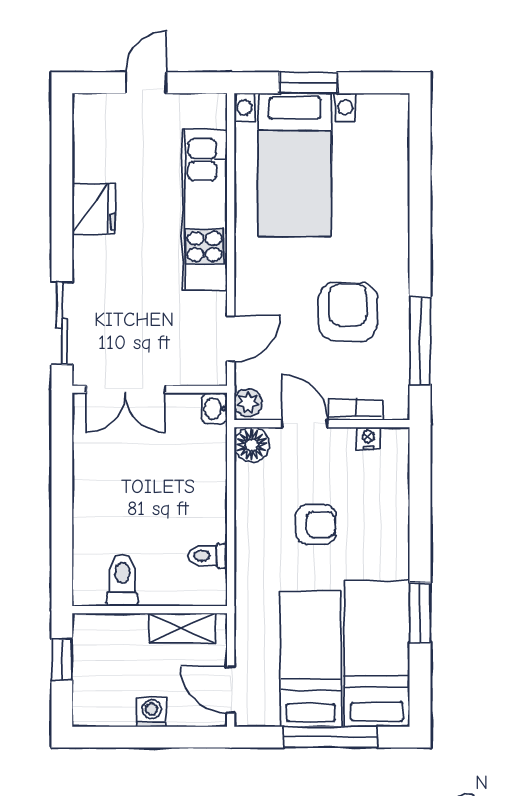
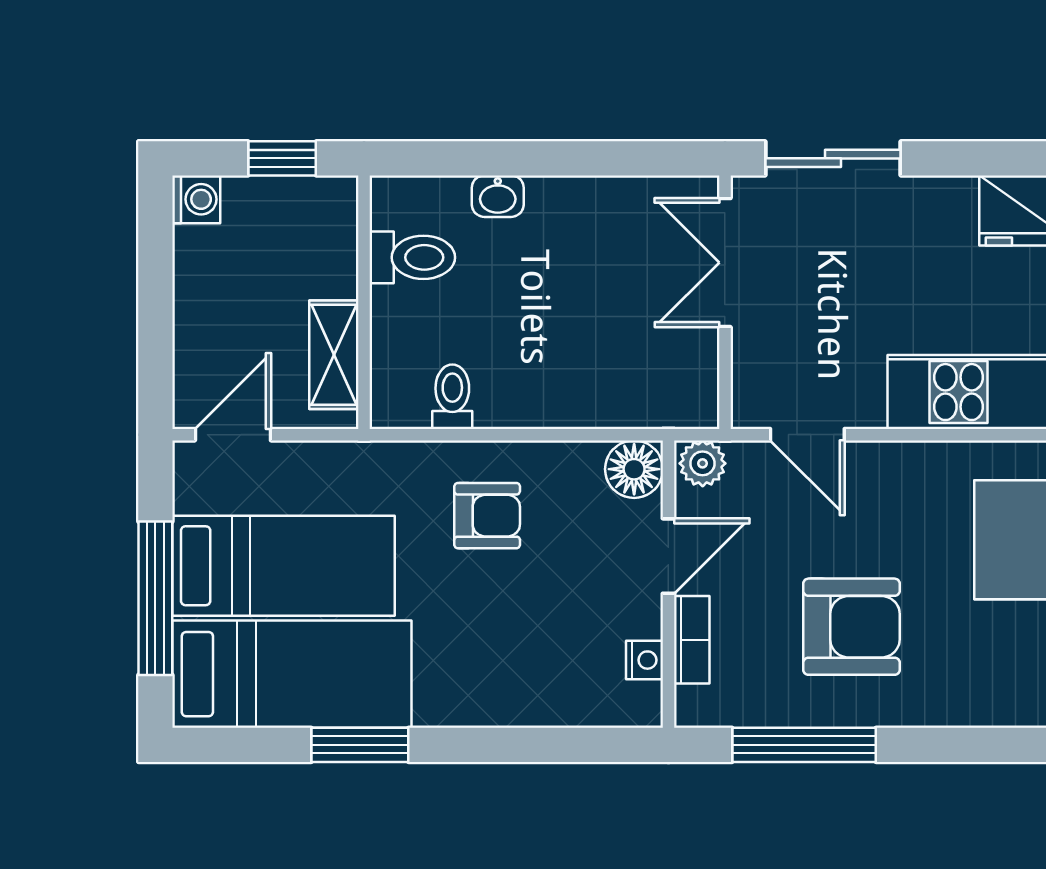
washbasin: (214, 408) -> (498, 196), moved, turned 180
armchair: (316, 524) -> (487, 516), moved, turned -90
washing machine: (152, 712) -> (196, 199), moved

